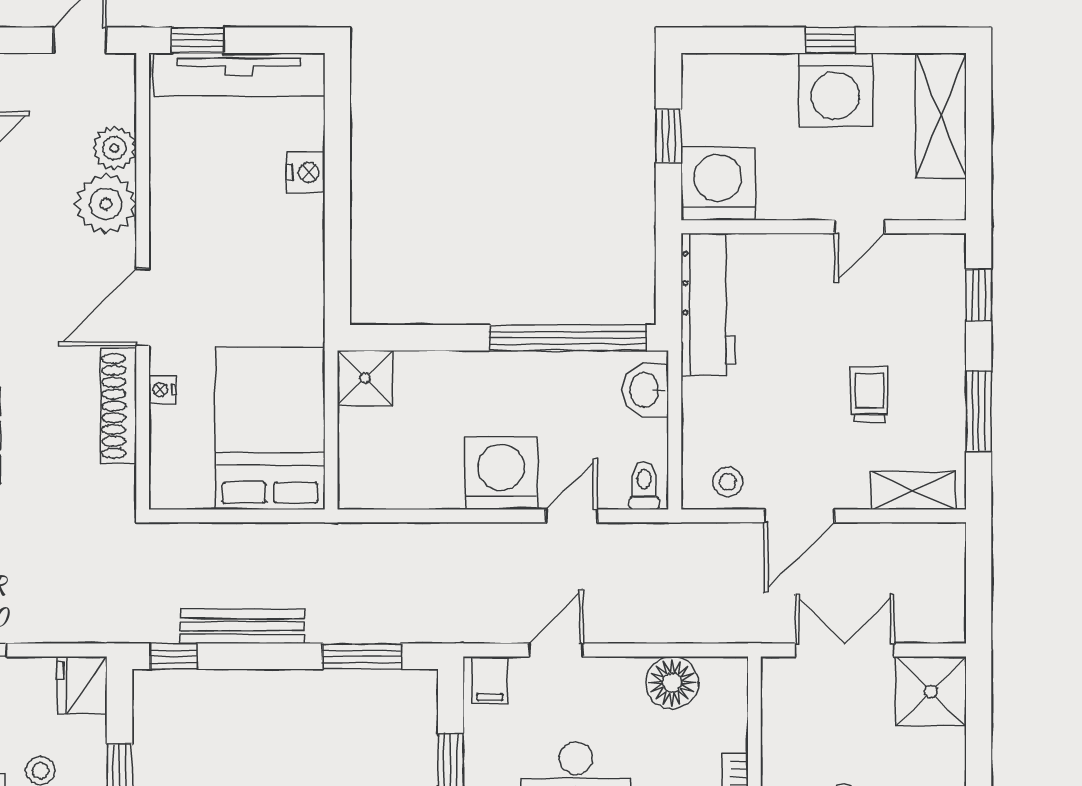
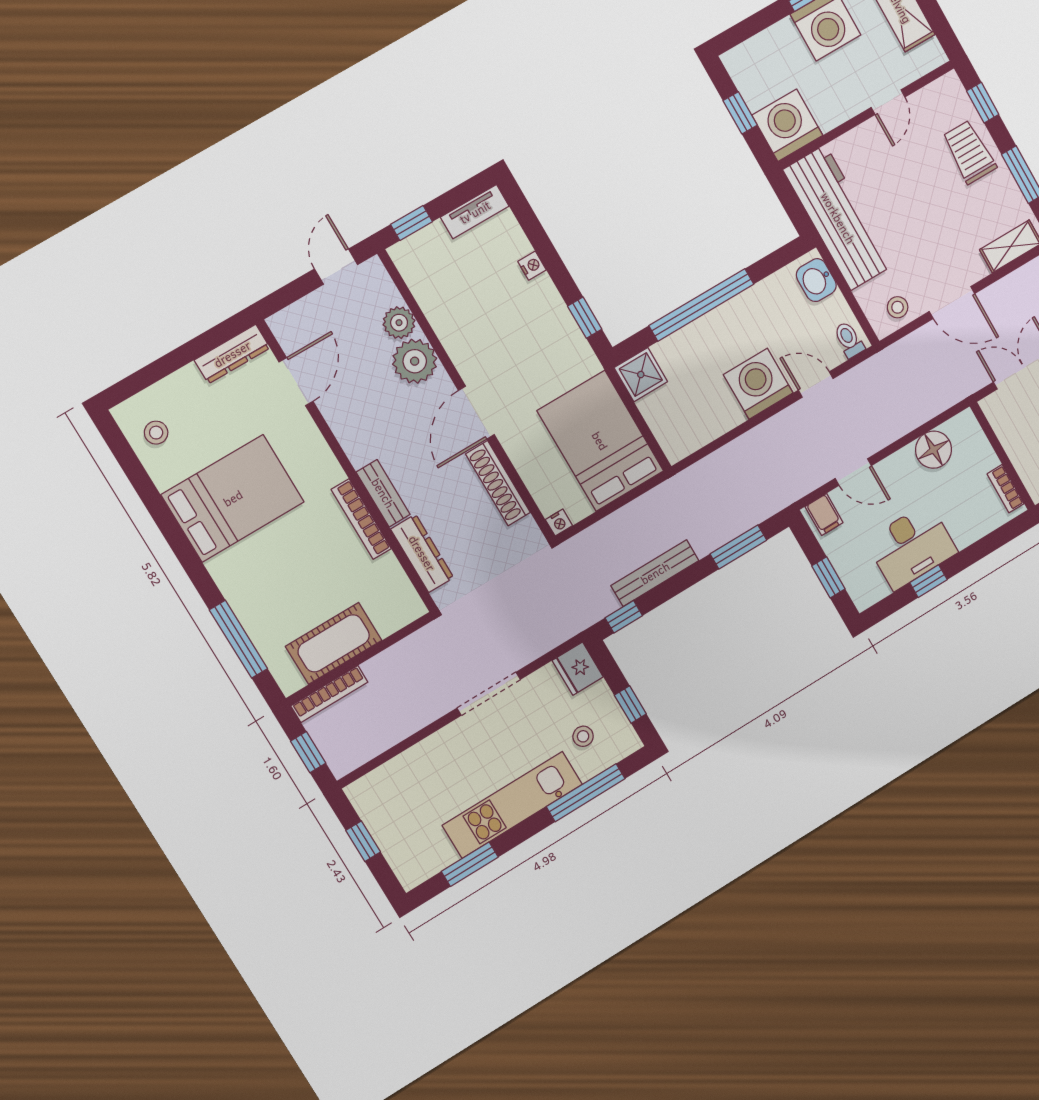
tv unit: (239, 75) -> (475, 212), width x0.52, depth x0.78
nightstand: (306, 173) -> (532, 266), width x0.72, depth x0.74
window: (337, 271) -> (585, 318), added
workbench: (708, 304) -> (838, 218), width x1.36, depth x1.32
window: (568, 338) -> (701, 305), moved
nightstand: (162, 390) -> (559, 523), moved, turned -90
trolley: (869, 394) -> (969, 152), moved, width x1.36, depth x1.39
door: (572, 516) -> (816, 384), hinge flipped
door: (799, 516) -> (952, 302), hinge flipped
door: (556, 650) -> (853, 472), swing flipped

